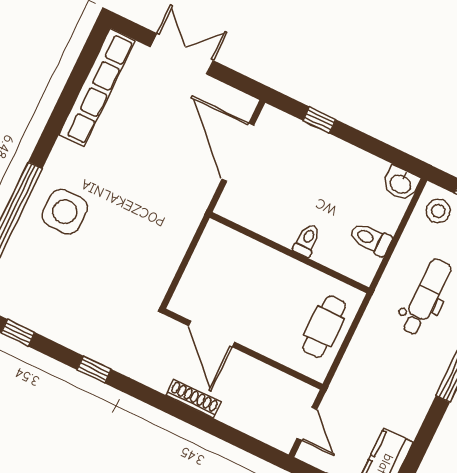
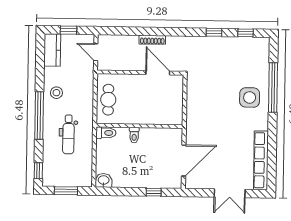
door: (238, 152) -> (184, 160), hinge flipped
stool: (438, 211) -> (56, 93), moved
toilet: (370, 239) -> (106, 133), moved
window: (94, 369) -> (214, 32), moved

